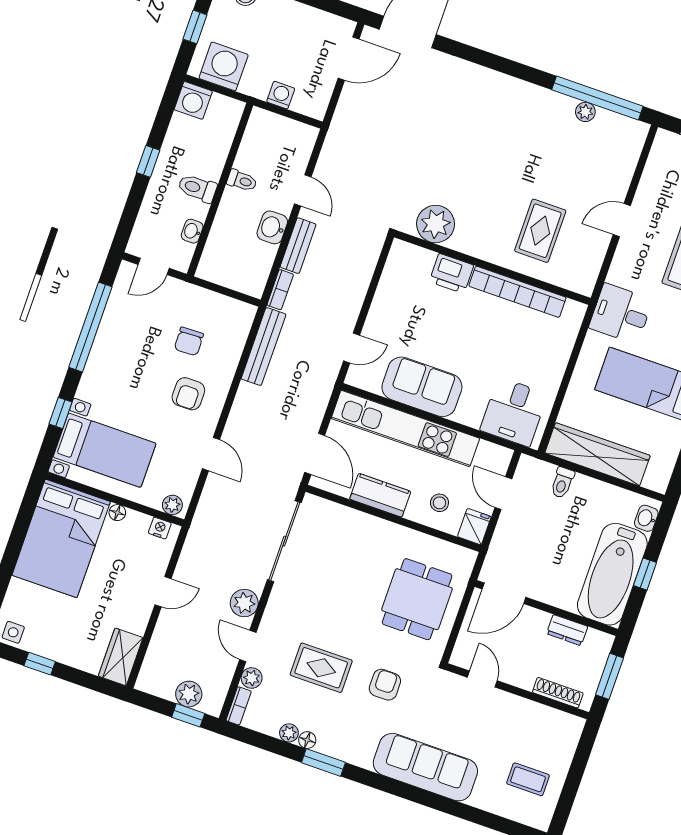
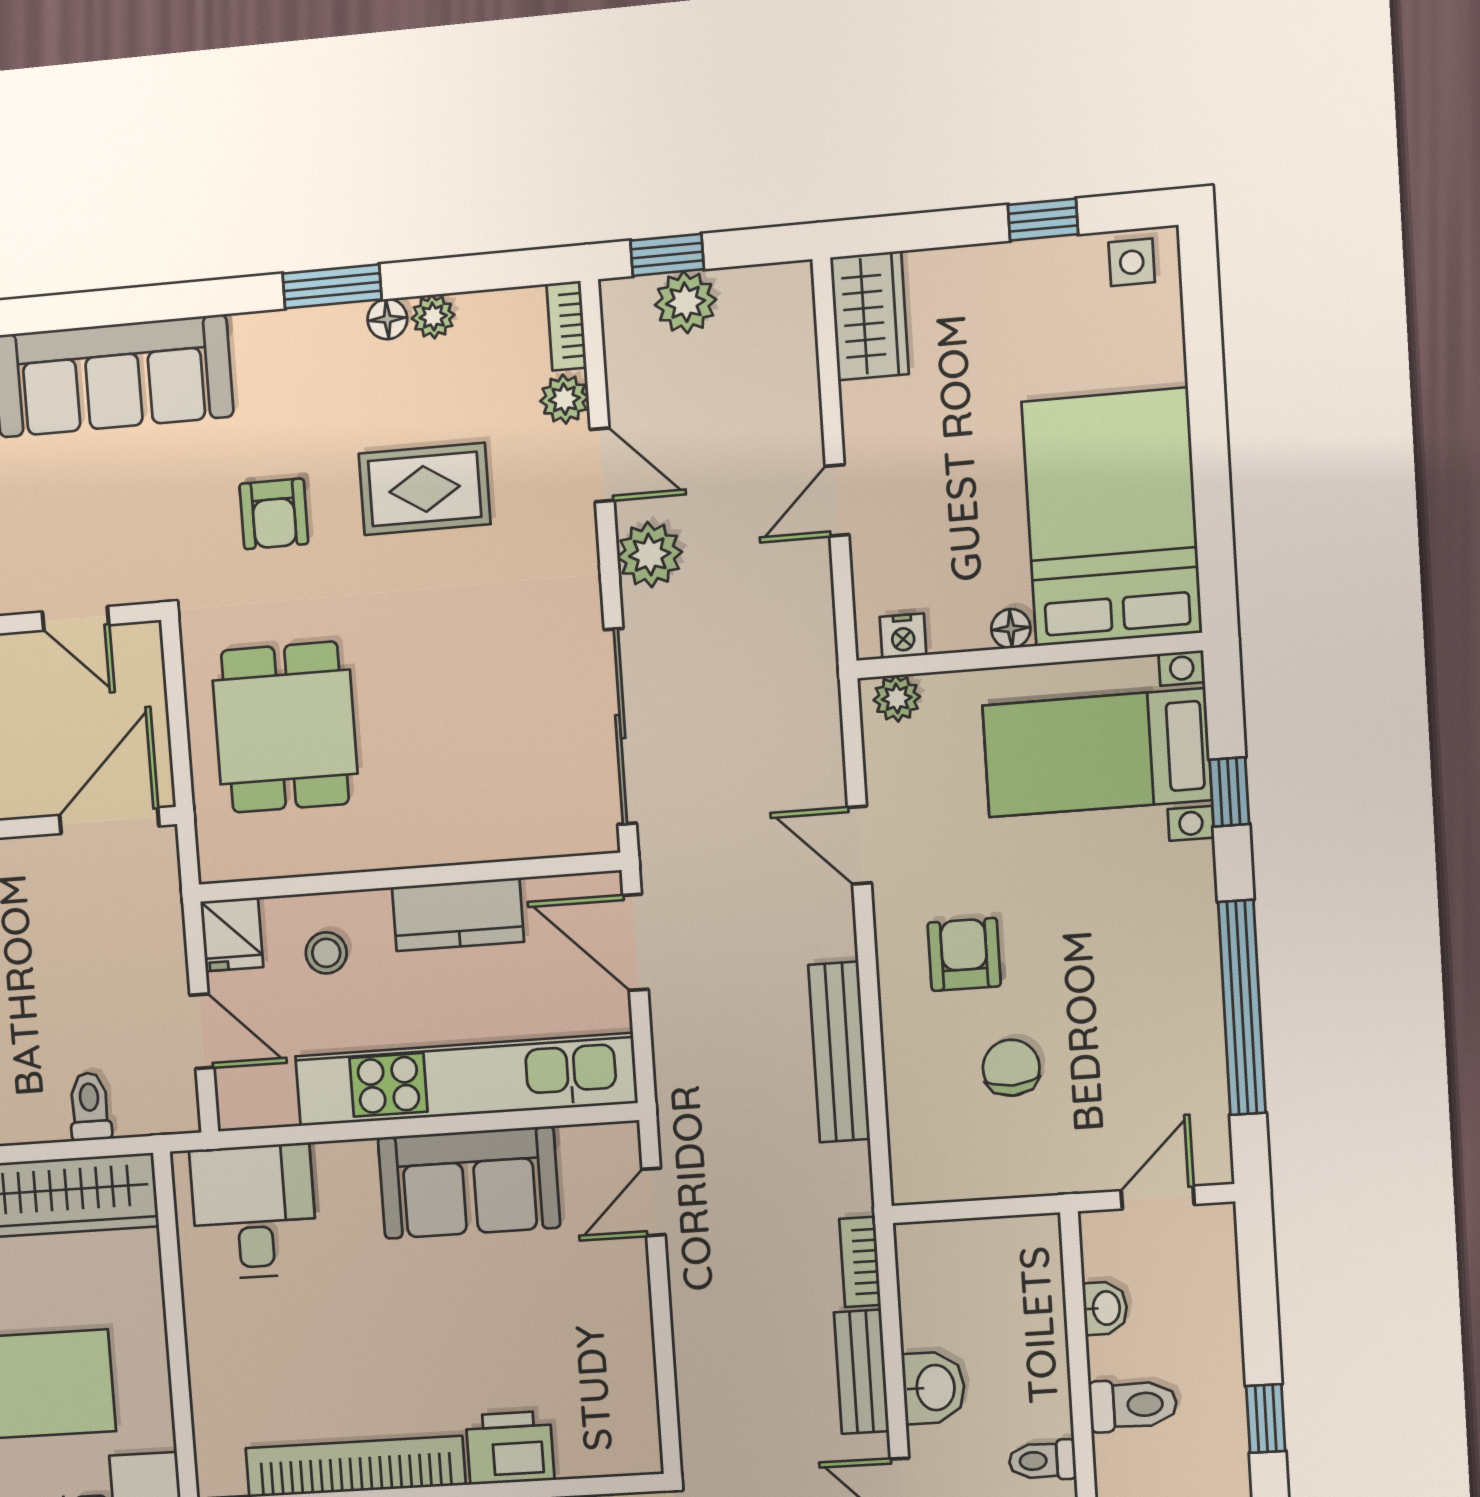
bench: (264, 347) -> (839, 1052), moved

